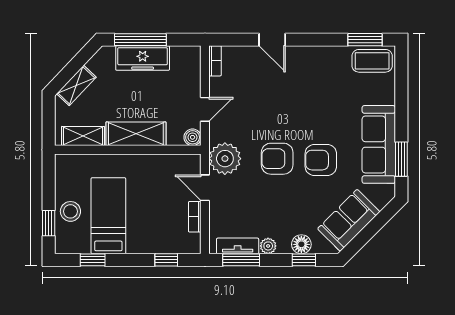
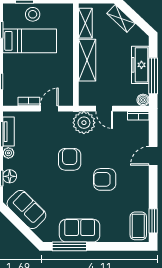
window: (140, 40) -> (153, 76), moved
boiler: (193, 137) -> (143, 100), moved
sofa: (379, 144) -> (80, 231), width x0.73
plant: (225, 159) -> (84, 123), moved
window: (401, 159) -> (69, 246), width x1.44
armchair: (321, 160) -> (105, 179), moved, turned -90

